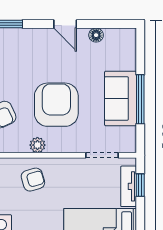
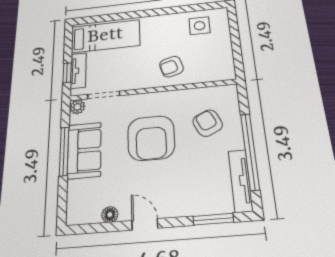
plant: (37, 145) -> (77, 107), moved

